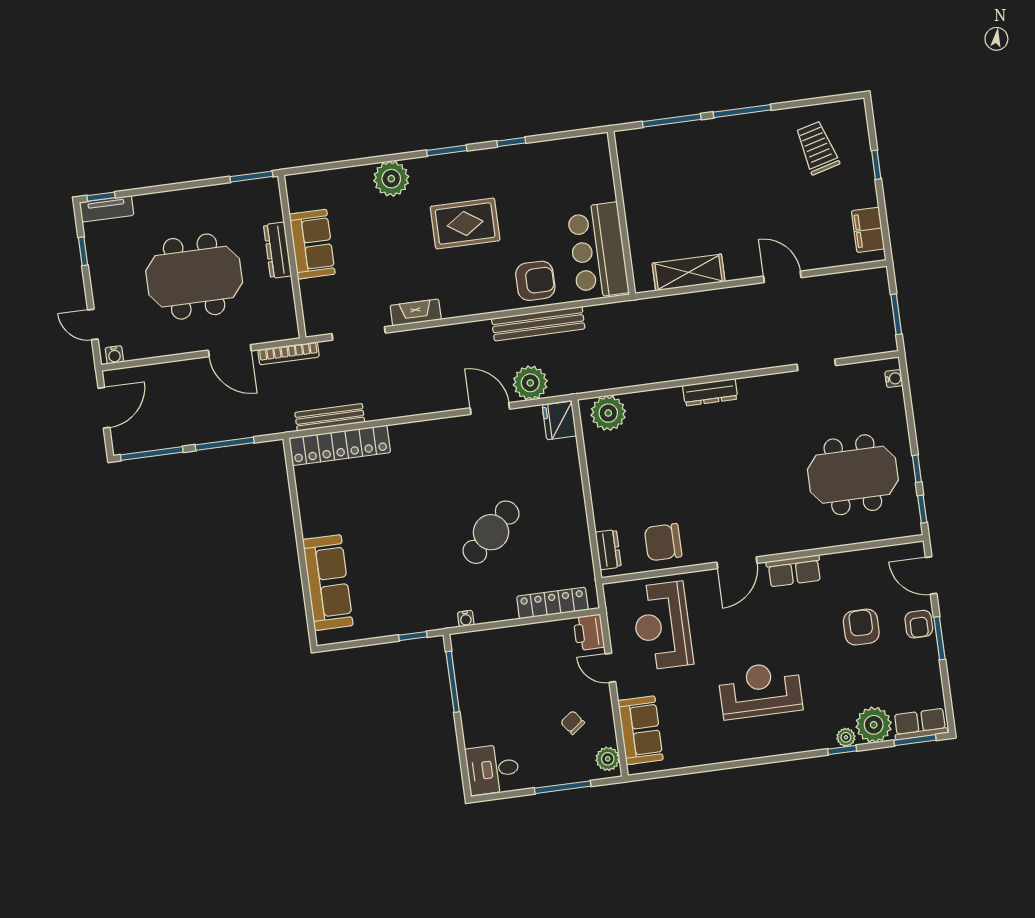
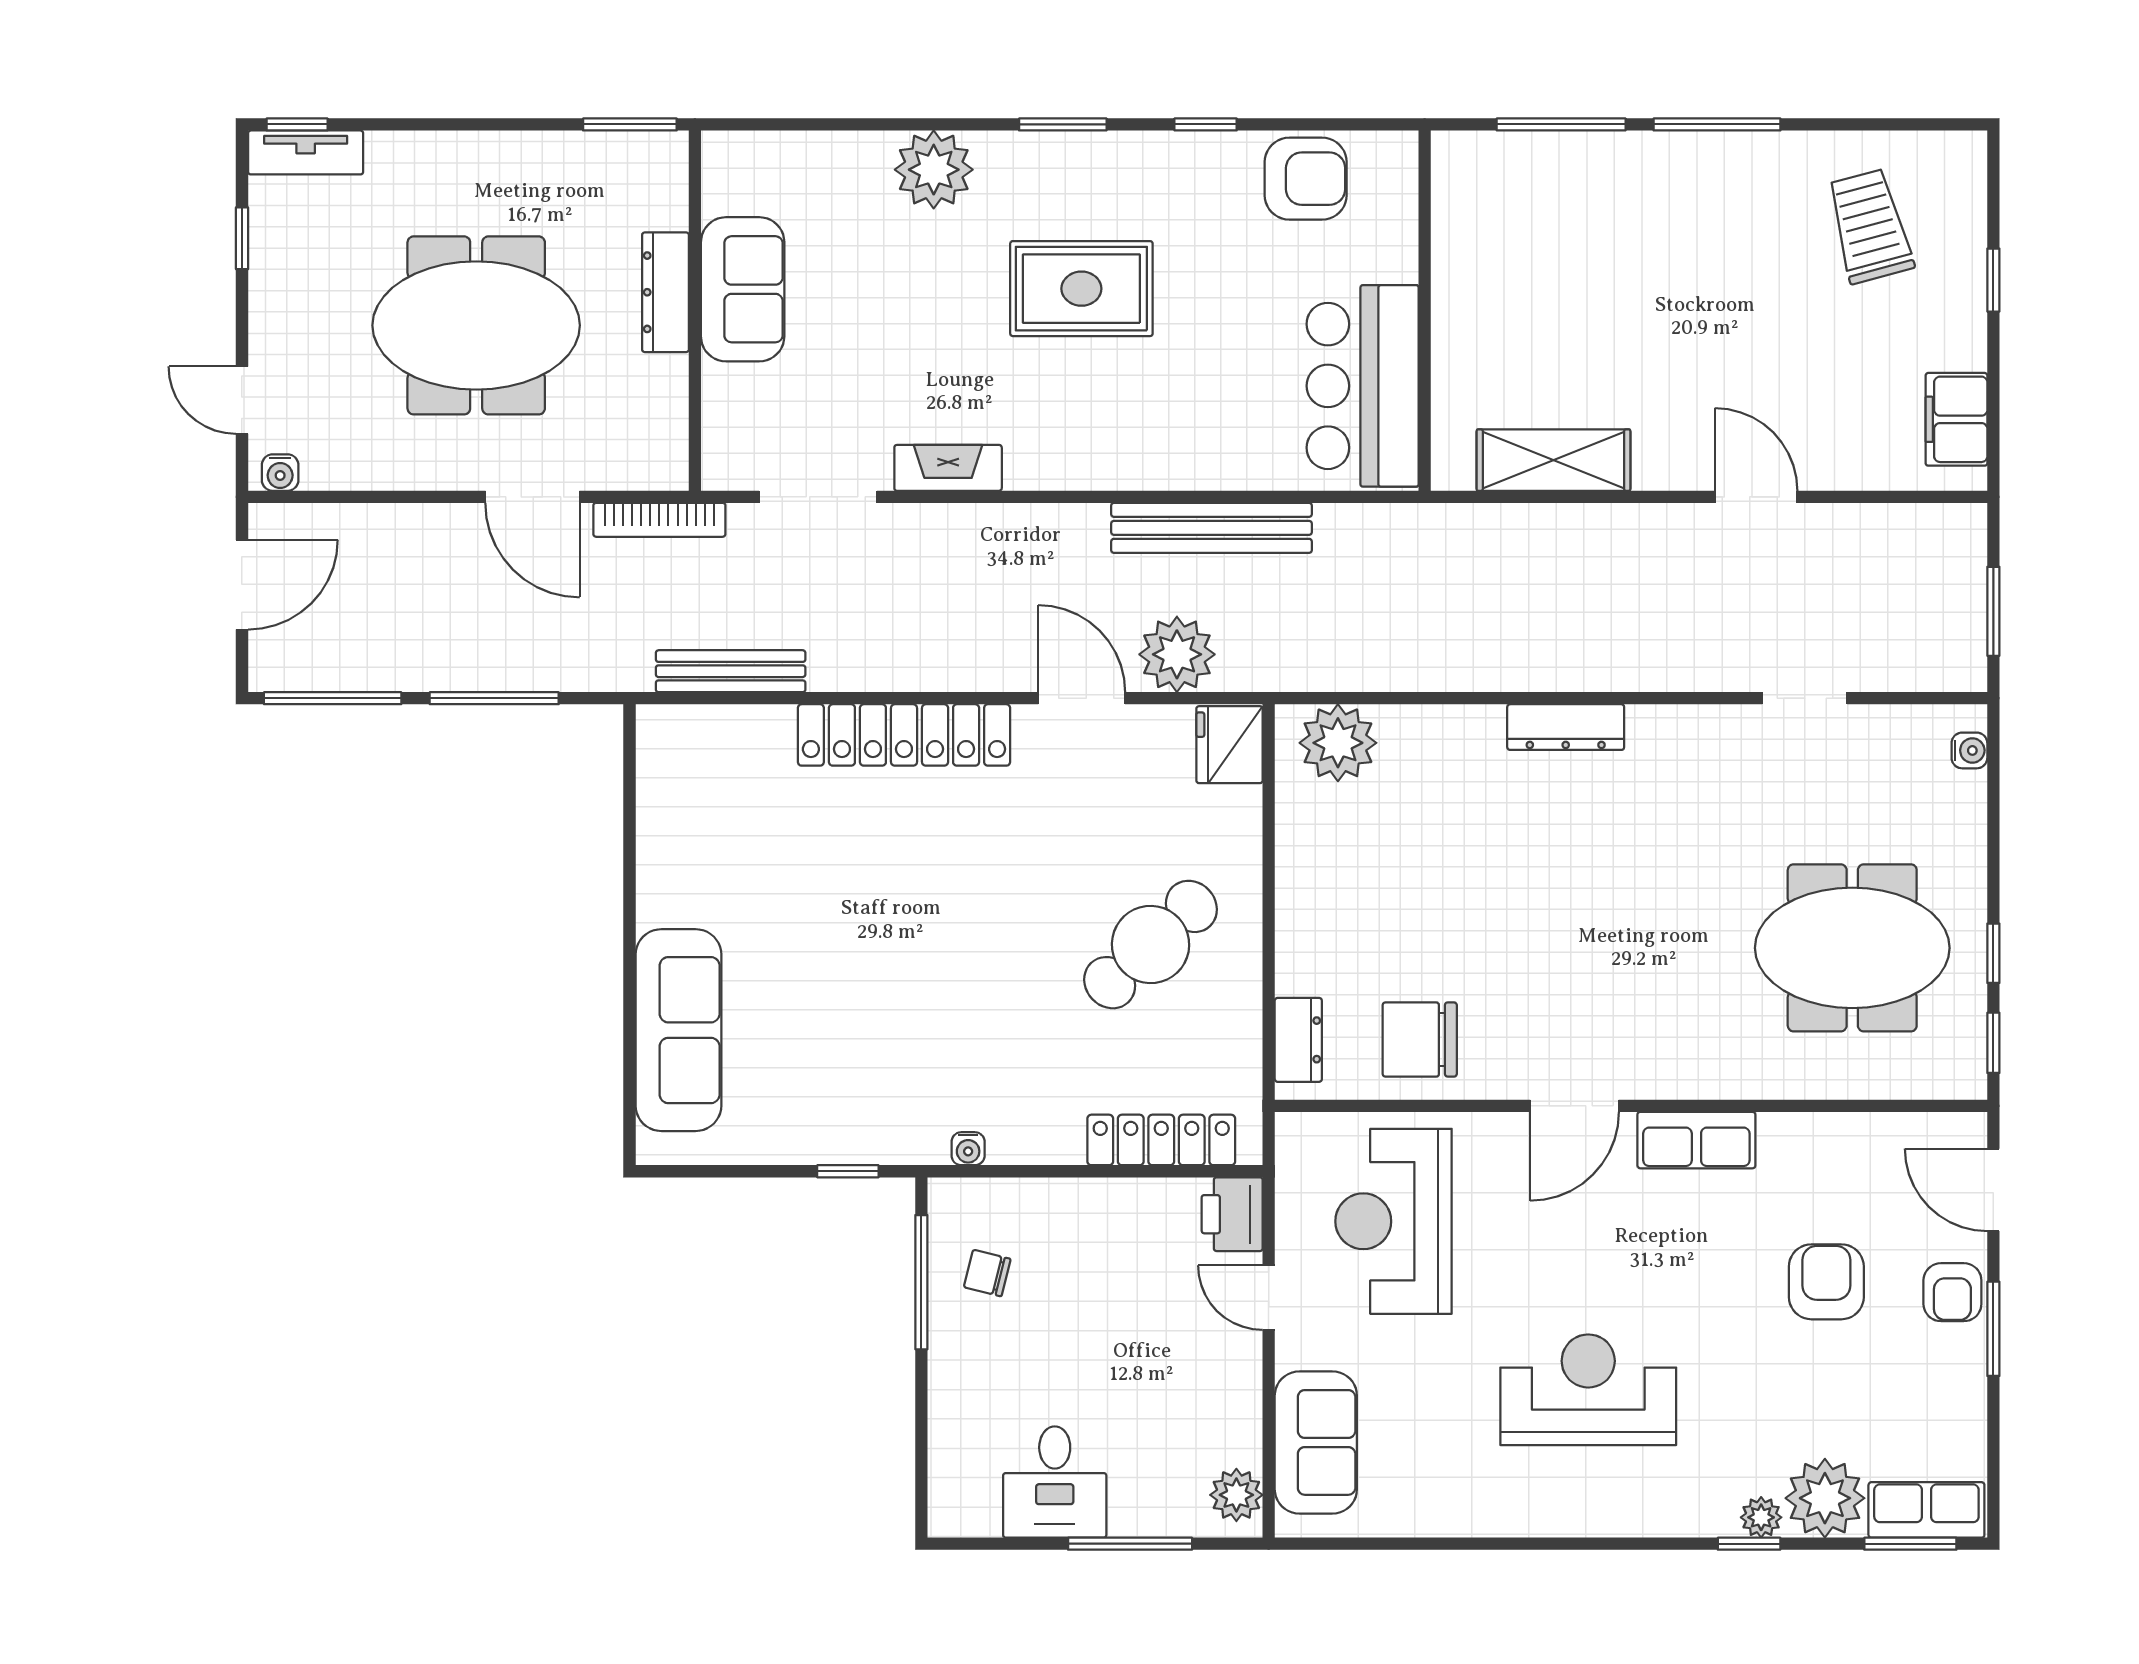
armchair: (535, 281) -> (1306, 179), moved
locker: (340, 445) -> (904, 735), moved
cafe table: (491, 532) -> (1151, 945), moved
chair: (573, 723) -> (987, 1273), moved, turned -39
desk: (493, 769) -> (1055, 1482), moved, turned -90

